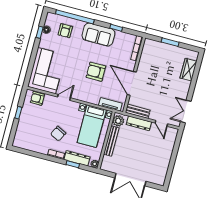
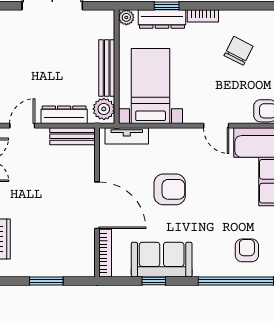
sofa: (98, 35) -> (162, 260), moved
door: (132, 83) -> (97, 205), moved
door: (64, 97) -> (216, 126), hinge flipped
door: (161, 123) -> (22, 126), hinge flipped
chair: (58, 134) -> (239, 51), moved

